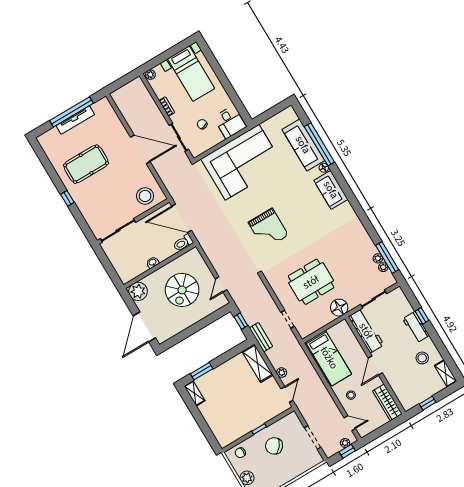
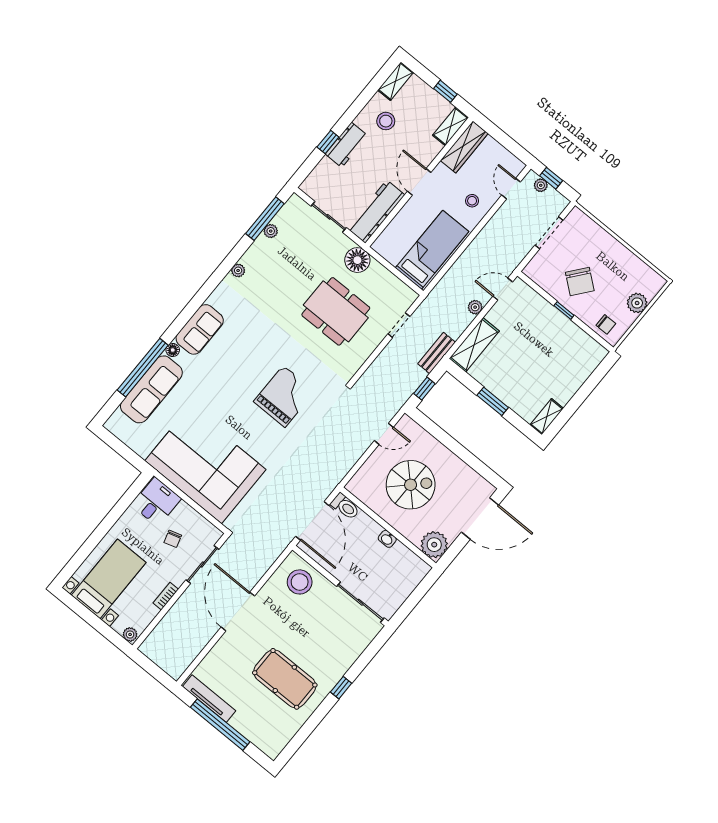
tv unit: (75, 120) -> (209, 699), moved
plant: (383, 267) -> (238, 270), moved
door: (375, 365) -> (419, 182), swing flipped
window: (202, 371) -> (493, 401), moved
shelving: (404, 398) -> (451, 126), added

